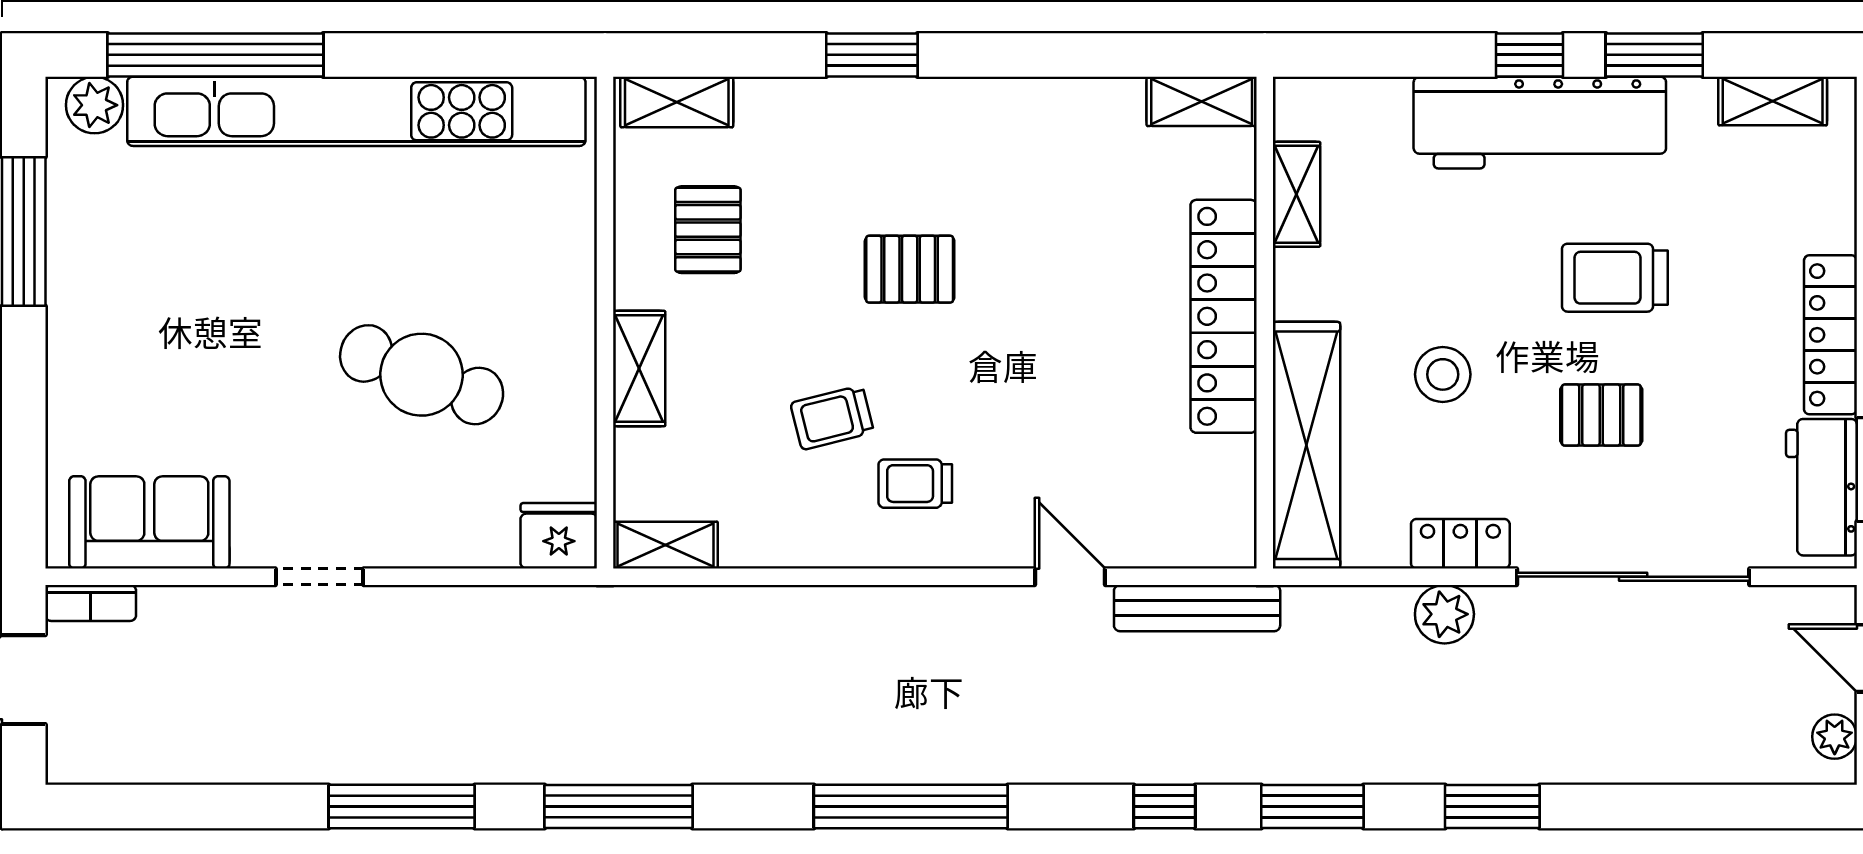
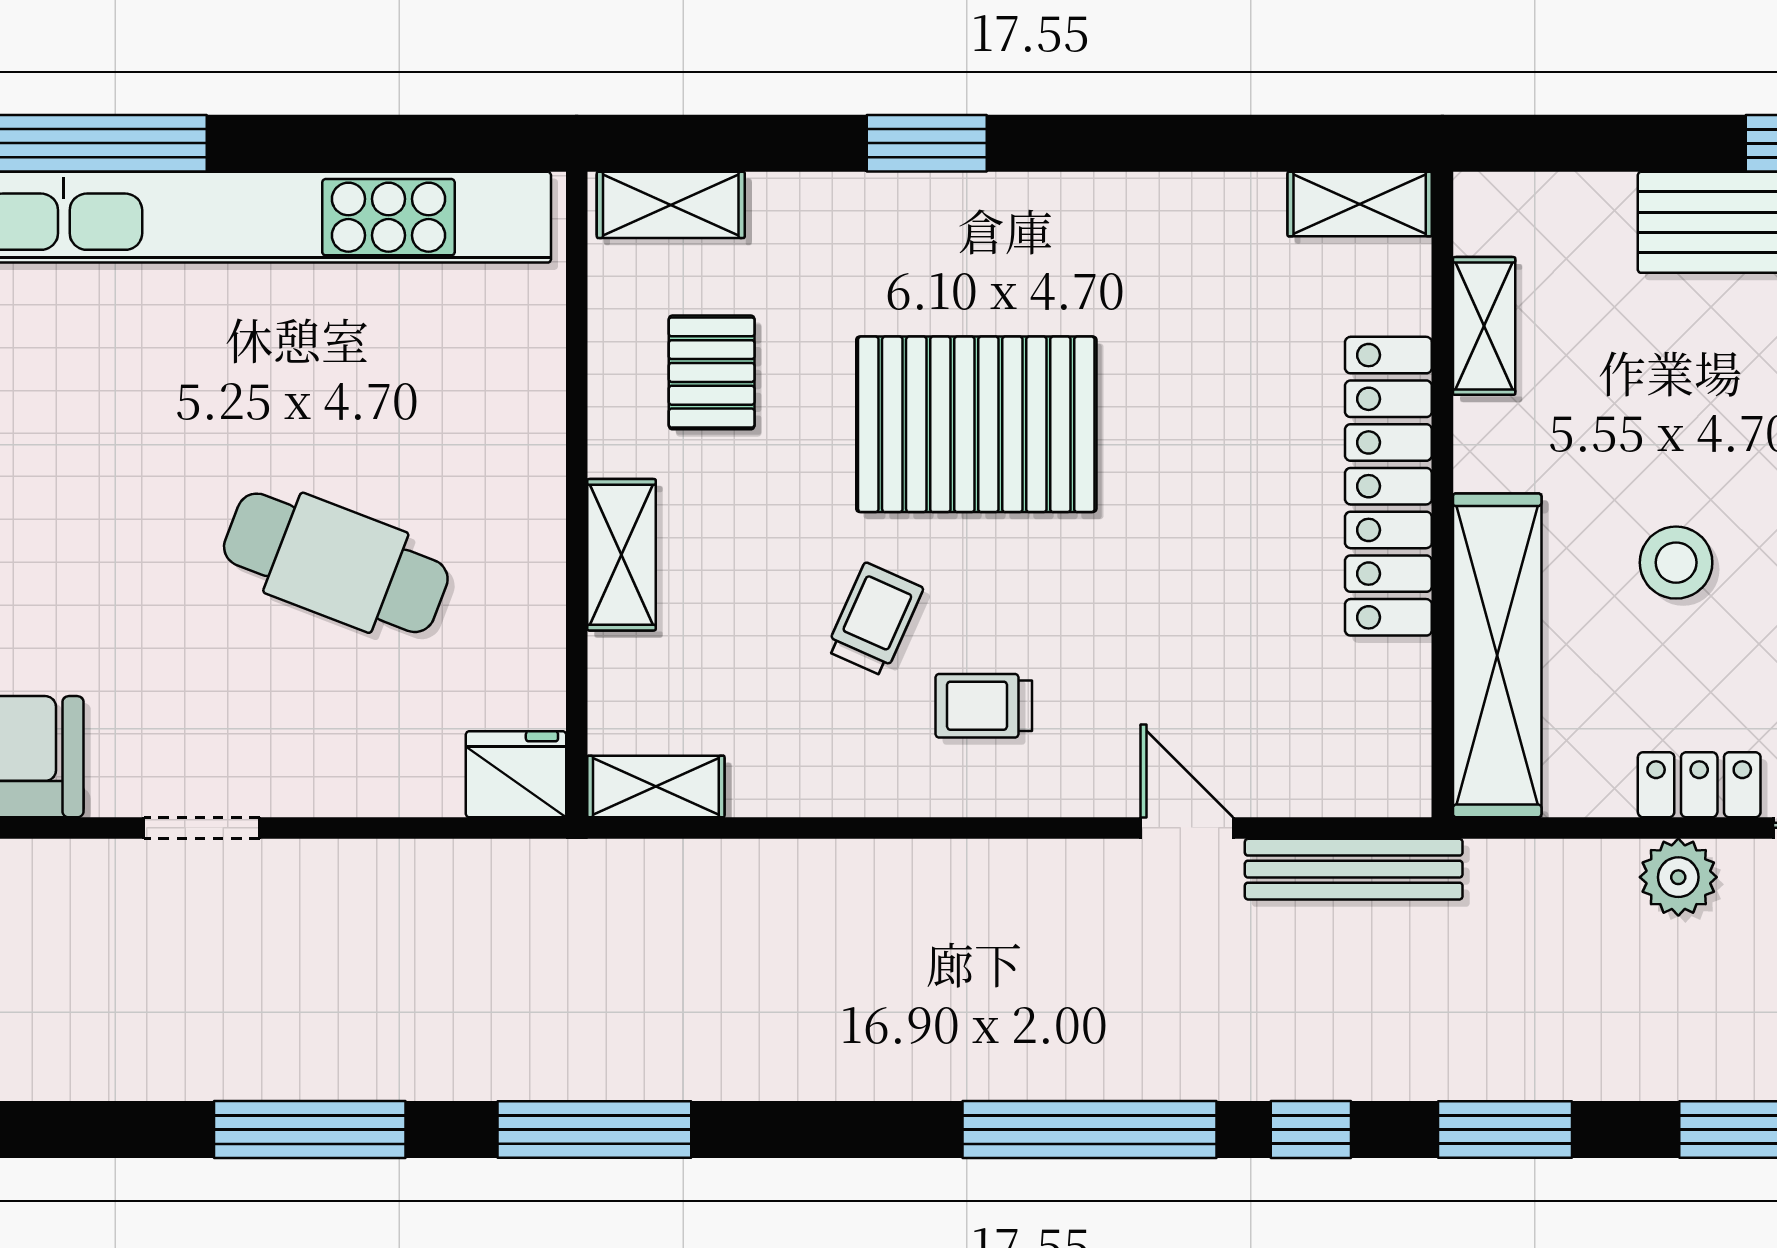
pallet: (910, 269) -> (976, 424), width x2.05, depth x2.00
trolley: (832, 418) -> (875, 619), turned 128
window: (911, 807) -> (1090, 1130), moved

